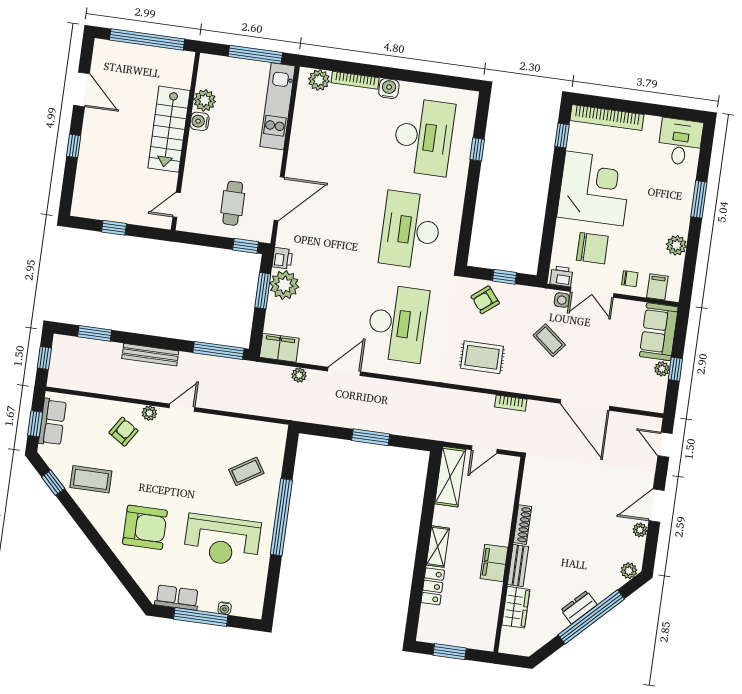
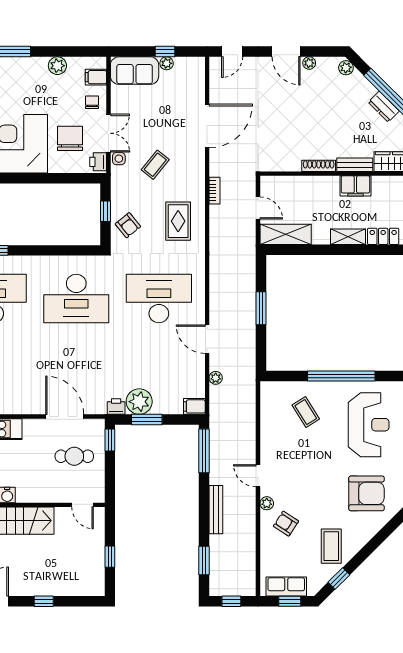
filing cabinet: (279, 348) -> (194, 406), width x0.50
armchair: (145, 527) -> (367, 493), turned 90

